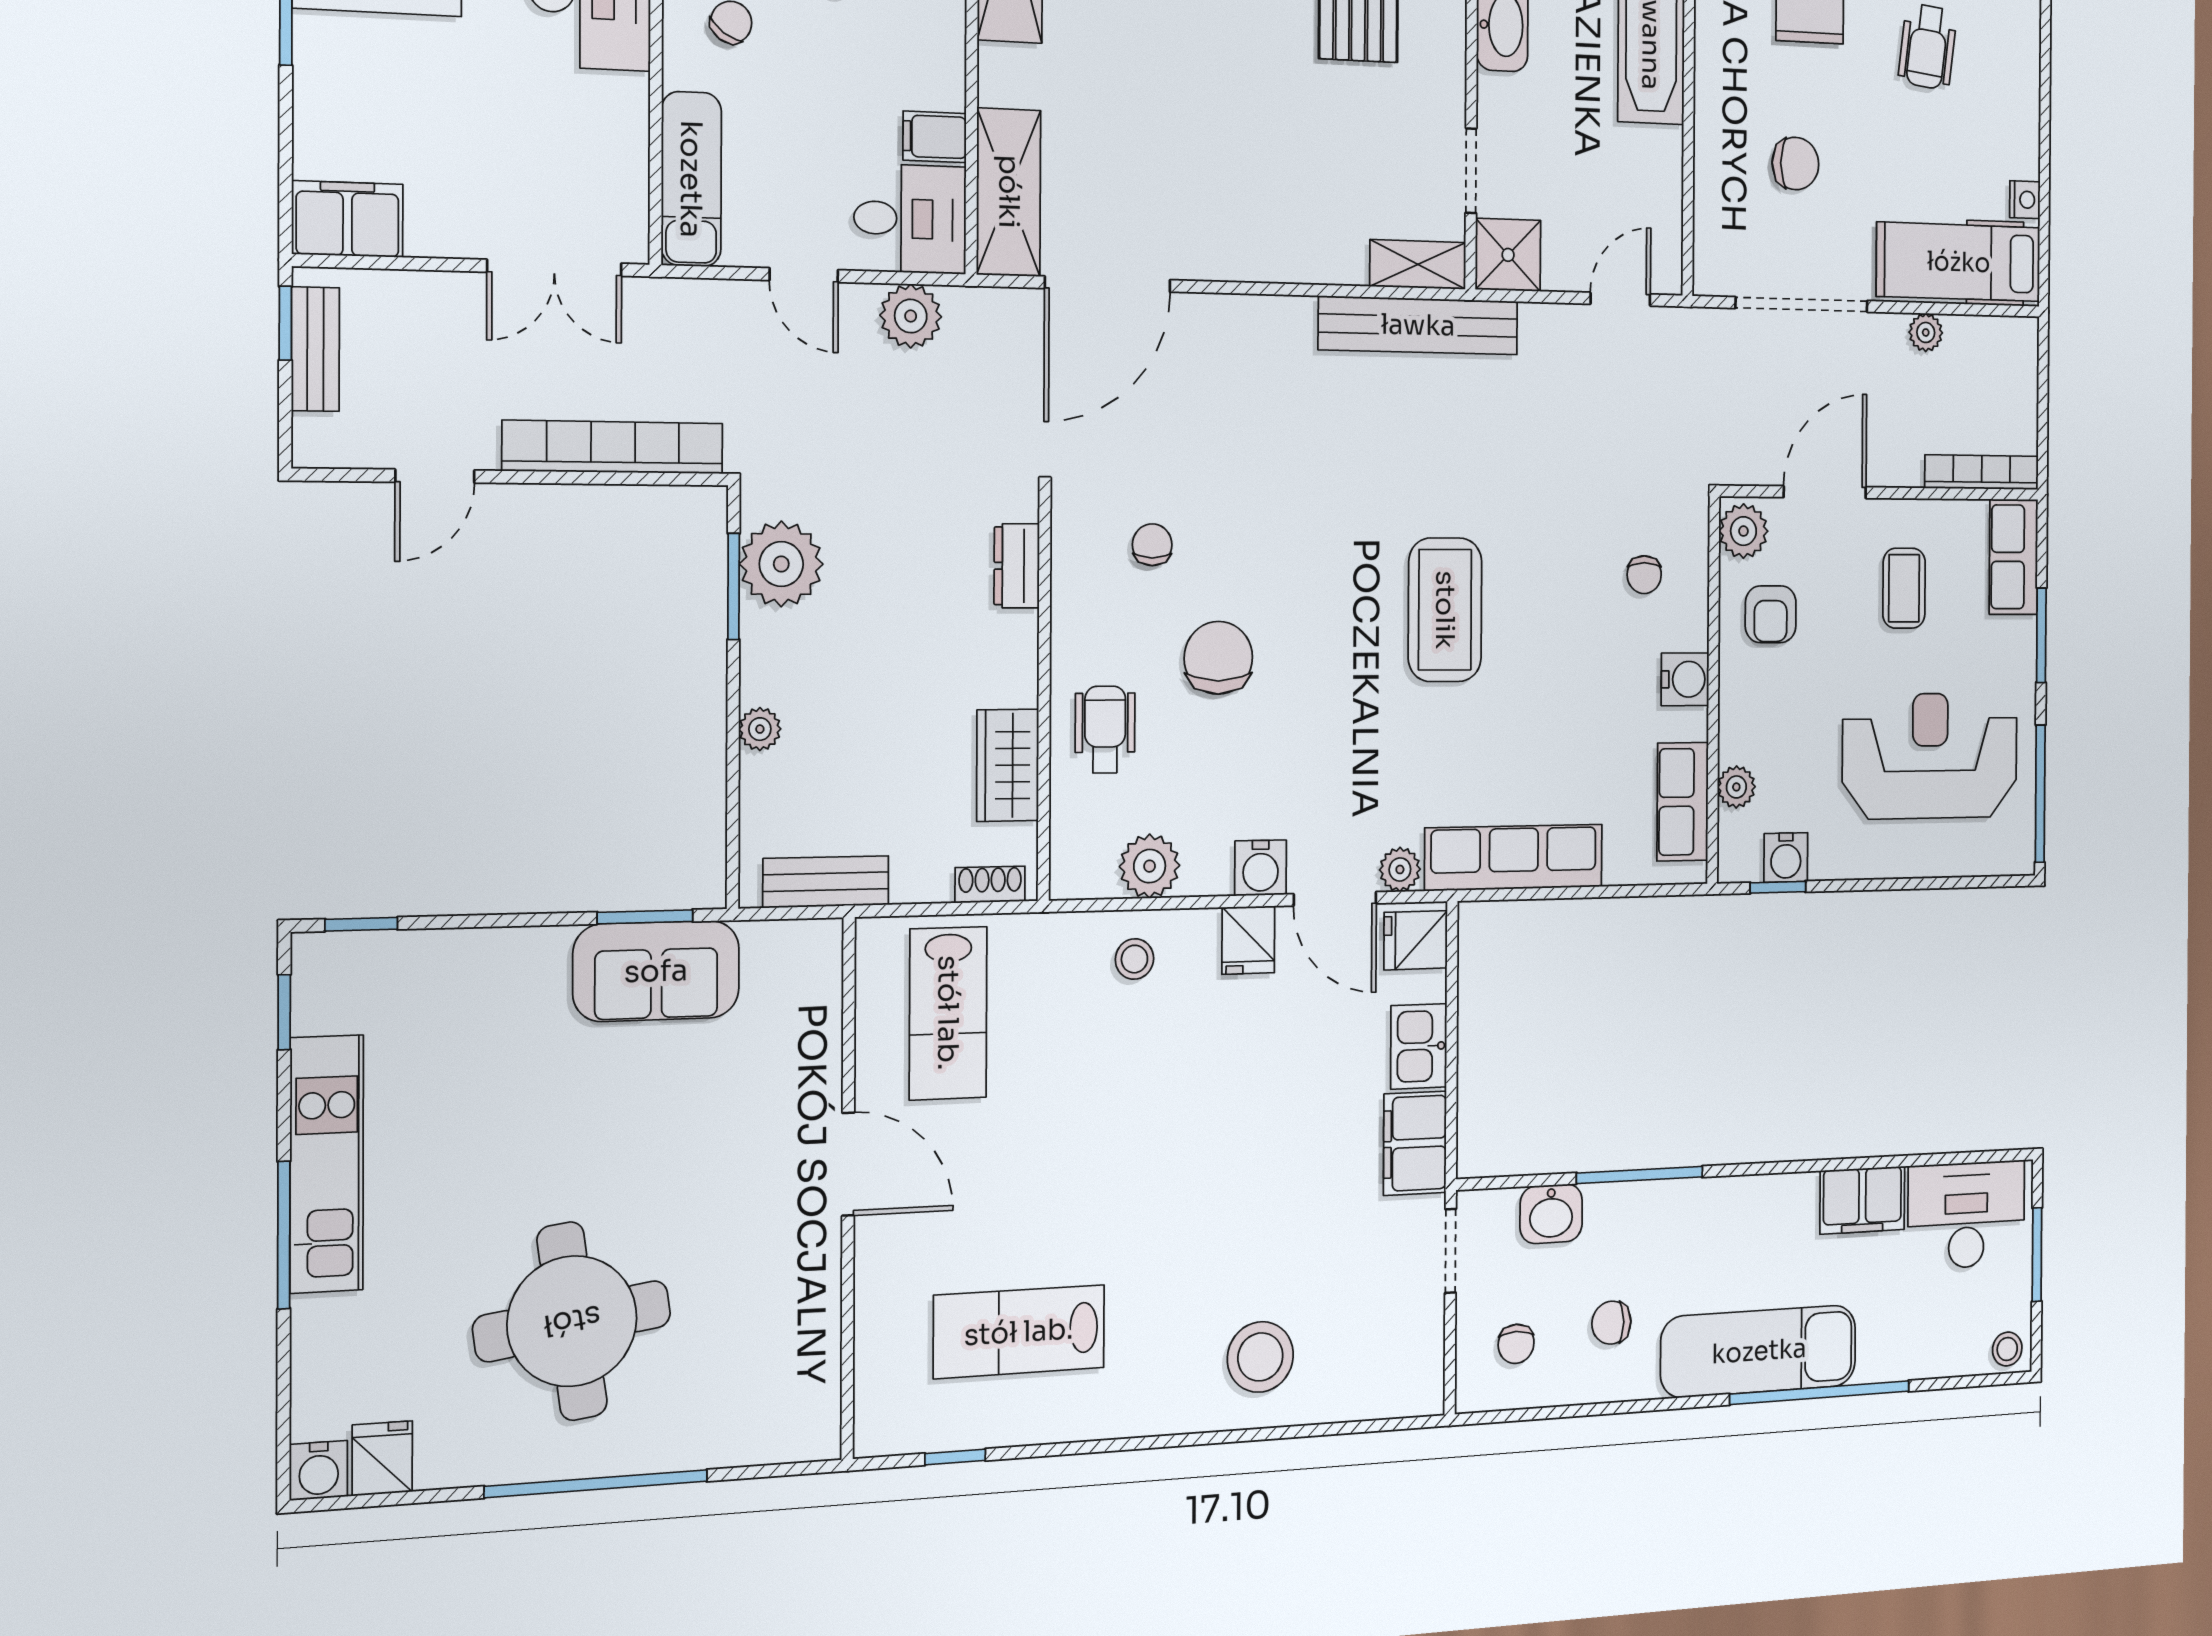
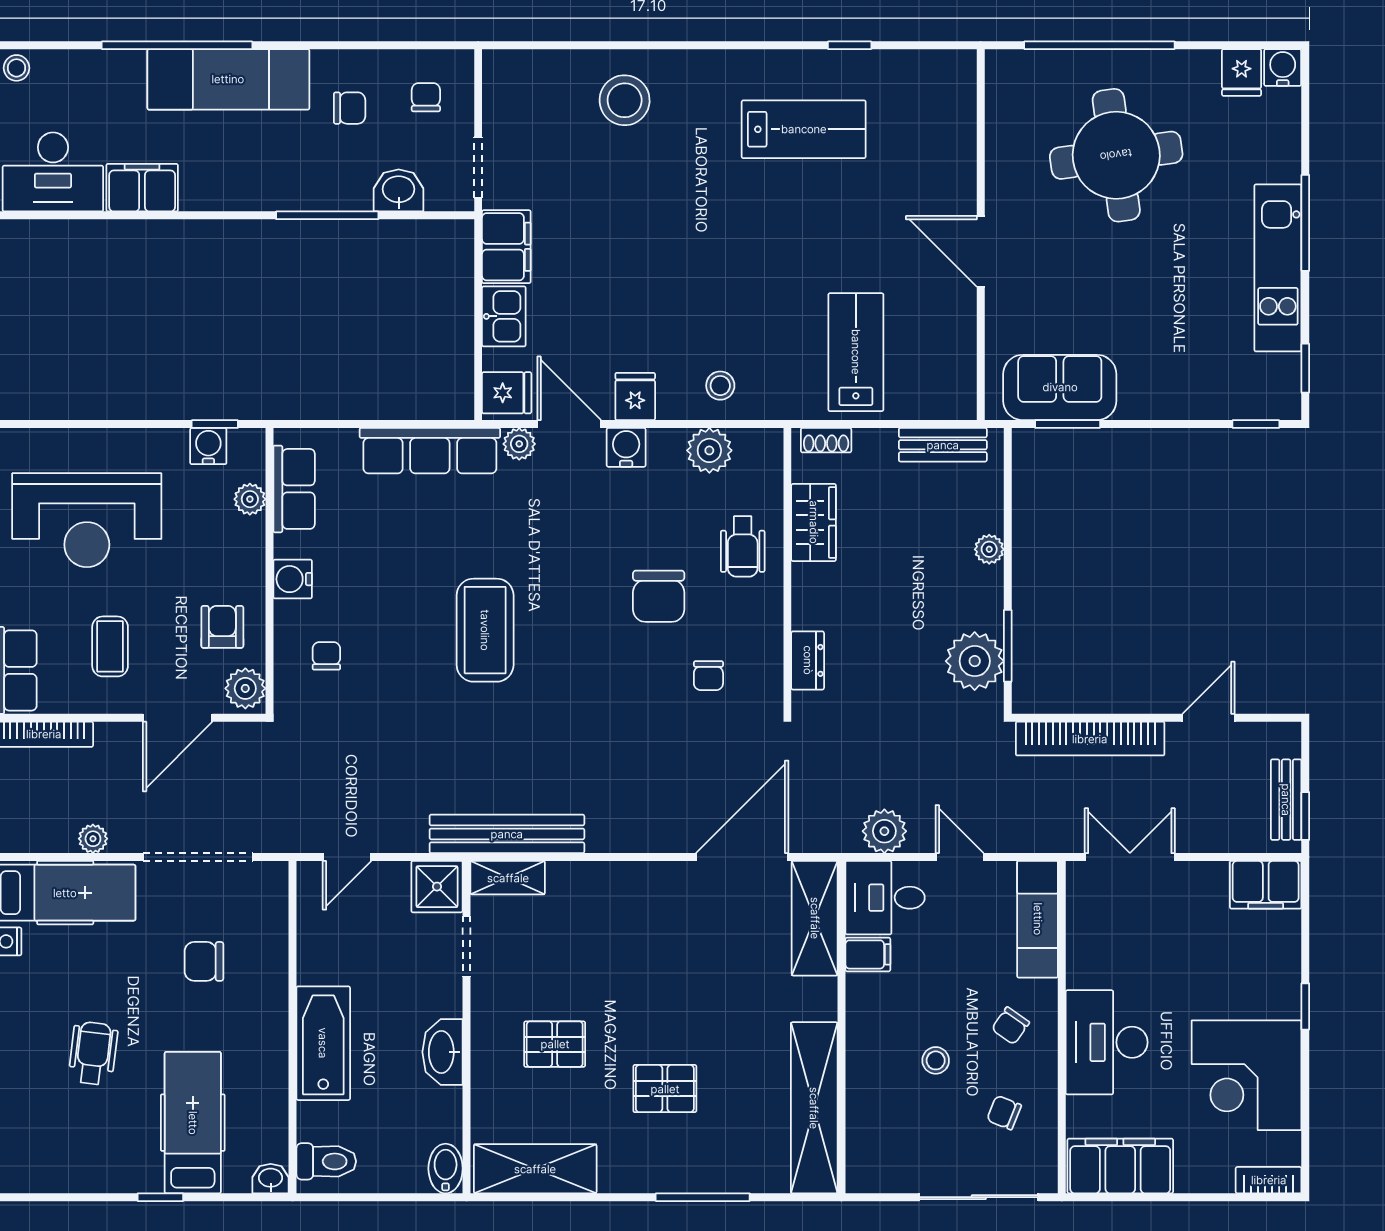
door: (848, 1164) -> (981, 251), moved
wall: (848, 1189) -> (981, 235), moved

